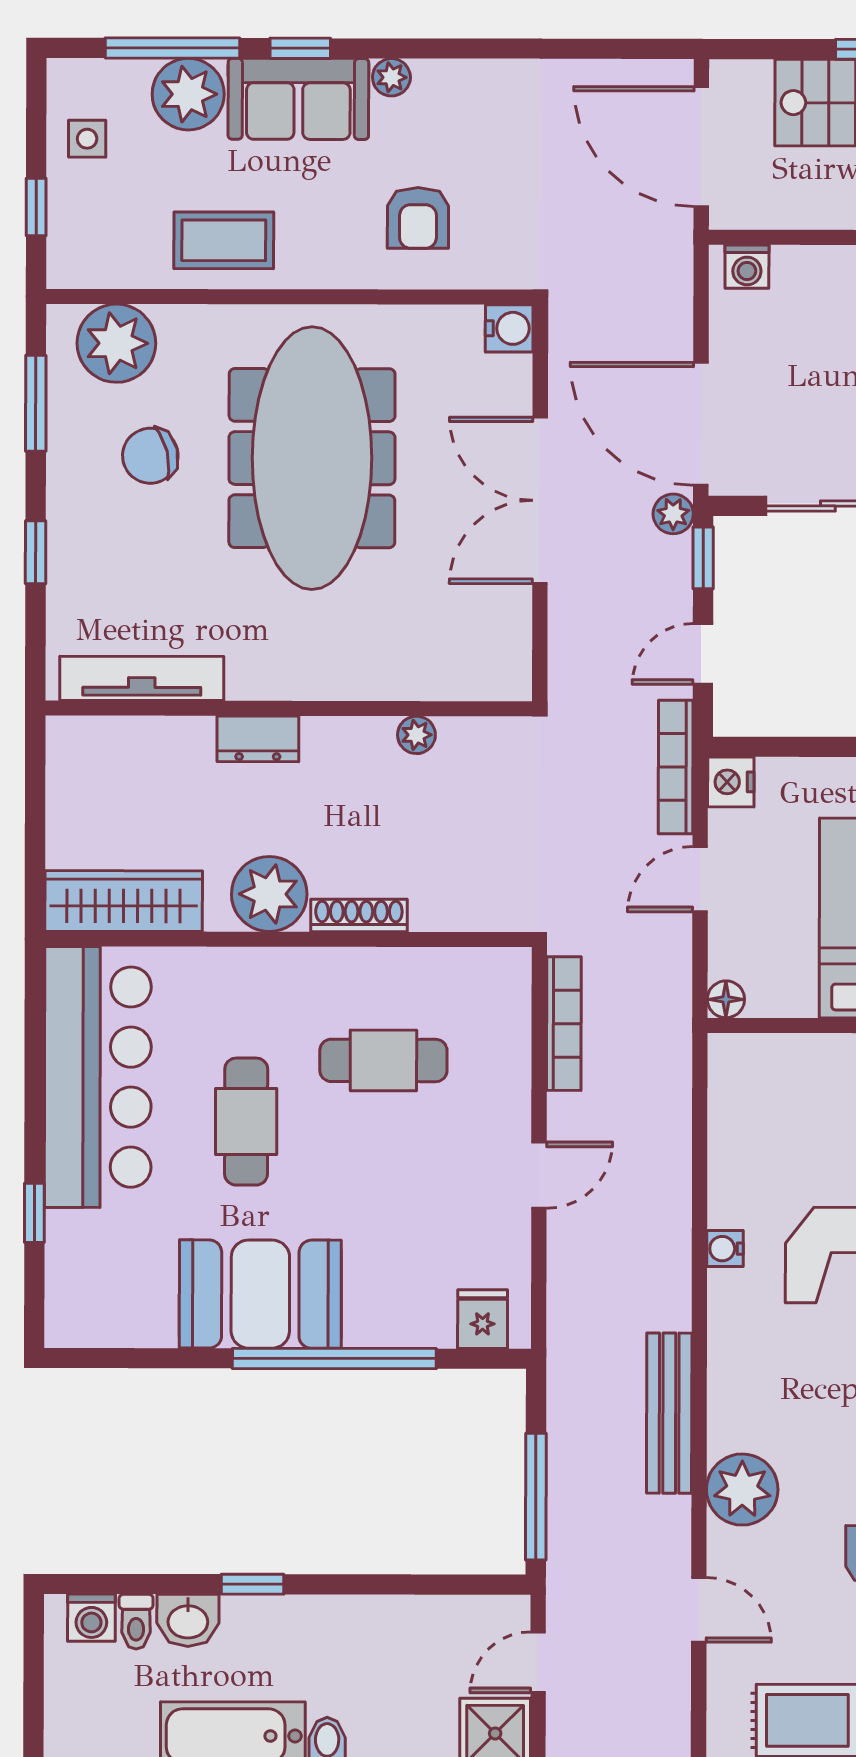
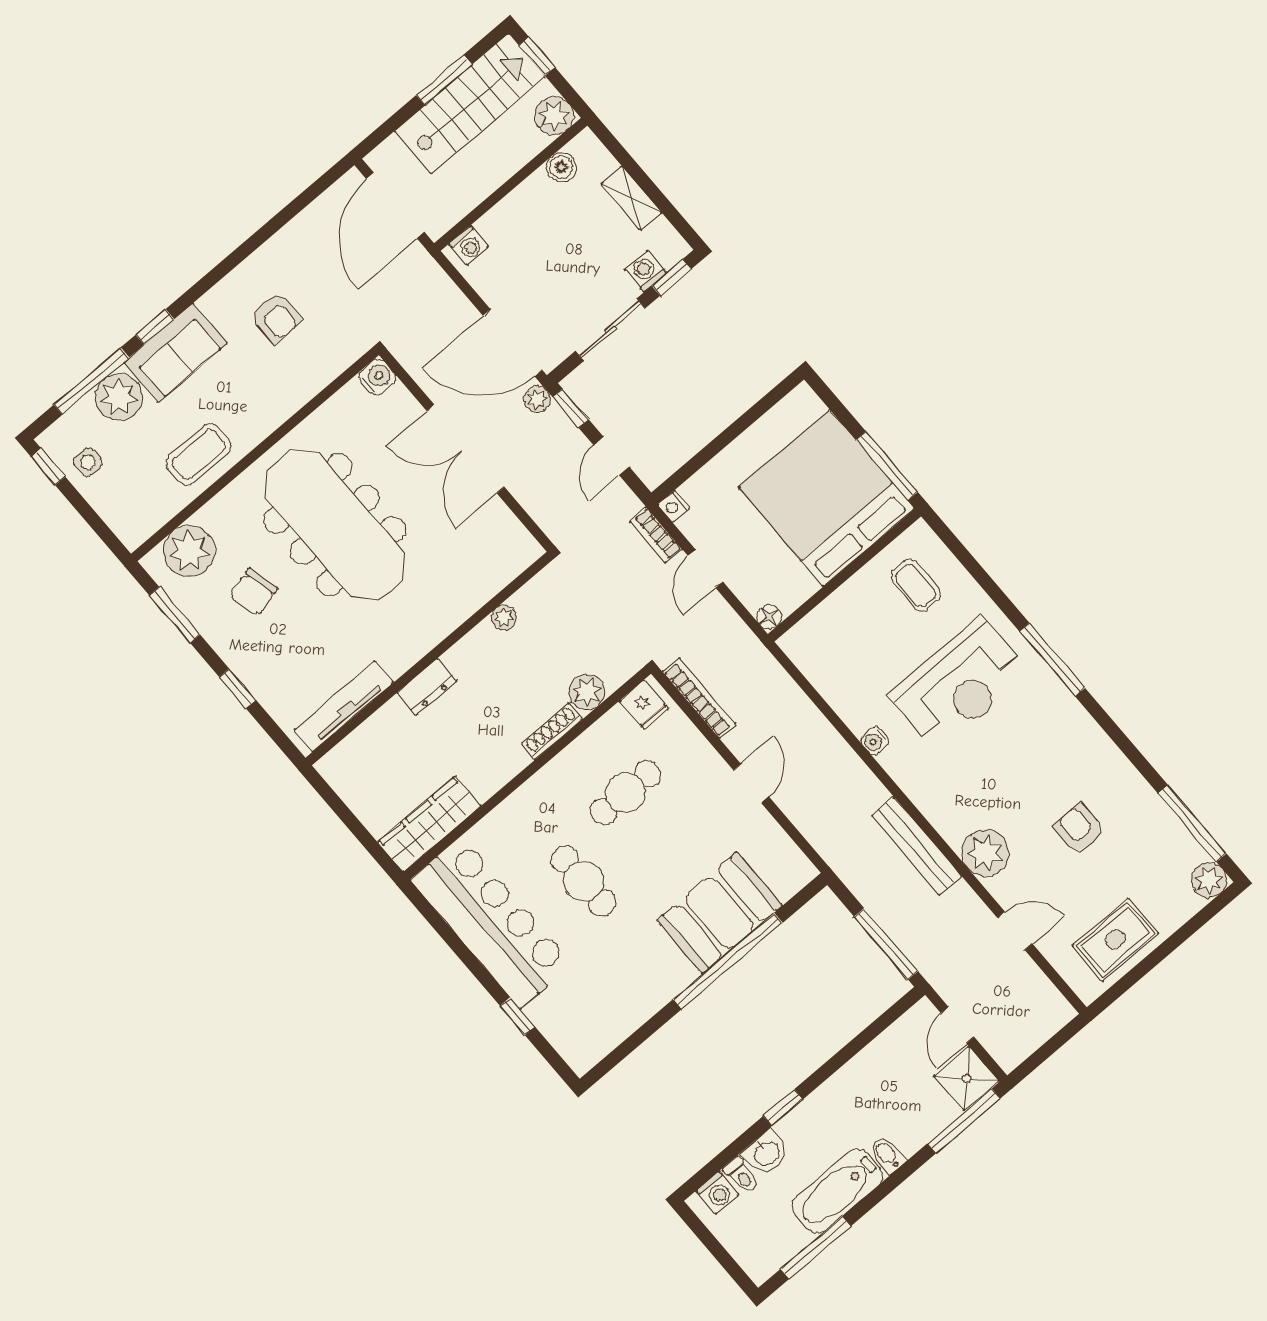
plant: (391, 77) -> (212, 303), removed
door: (701, 147) -> (395, 205), hinge flipped
window: (36, 207) -> (48, 467), moved
armchair: (418, 218) -> (276, 317), moved
bookcase: (676, 767) -> (656, 535), width x0.64
nightstand: (731, 782) -> (673, 506), width x0.72, depth x0.74
plant: (269, 894) -> (587, 692), moved, width x0.73, depth x0.73
booth: (260, 1294) -> (720, 913), moved
fridge: (483, 1319) -> (644, 705), moved, turned 180

